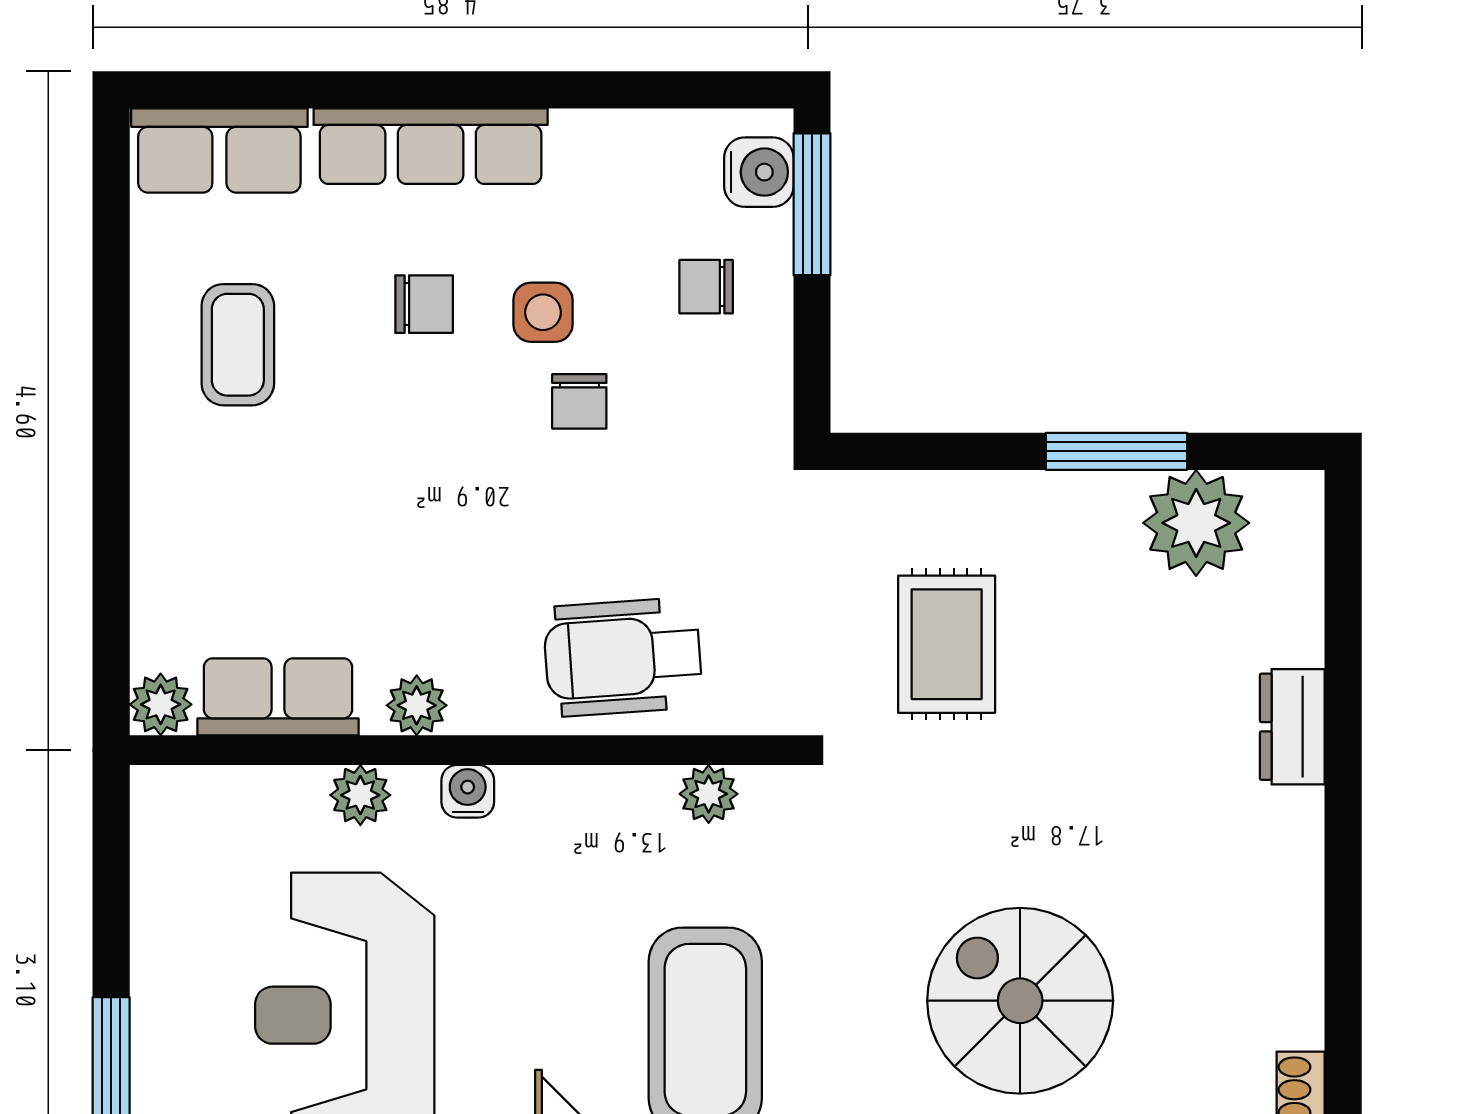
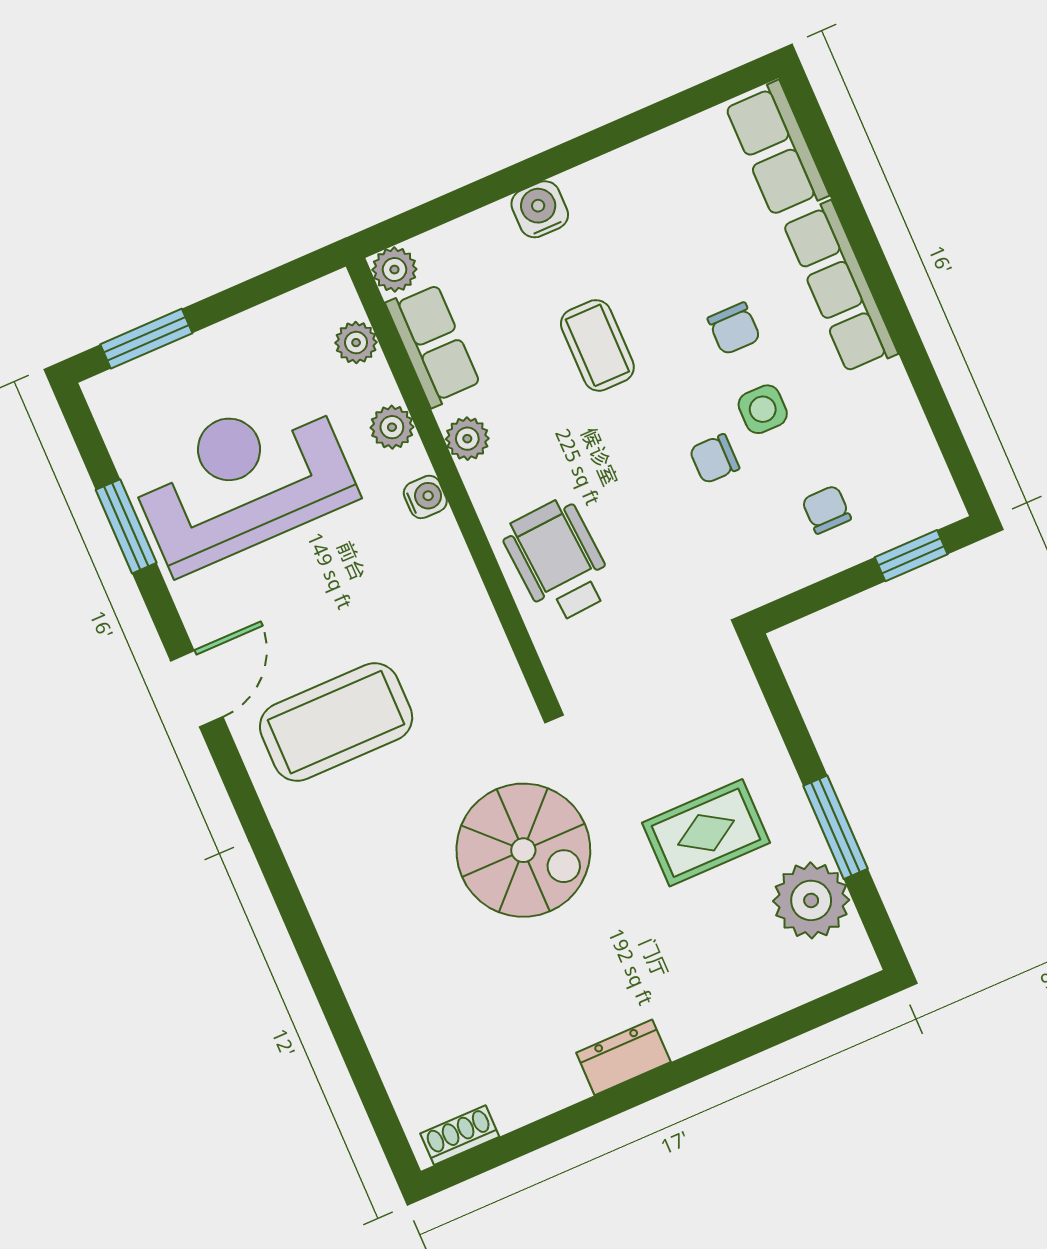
water cooler: (759, 172) -> (540, 209), moved, turned 180
window: (812, 204) -> (911, 556), width x0.67
coffee table: (238, 345) -> (597, 345), moved, turned 90
rug: (947, 644) -> (706, 833), moved
dresser: (1292, 727) -> (623, 1057), moved
plant: (709, 794) -> (356, 343), moved
spiral stairs: (1020, 1001) -> (523, 850), moved, turned 90

